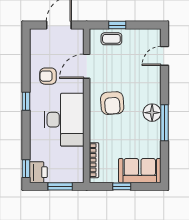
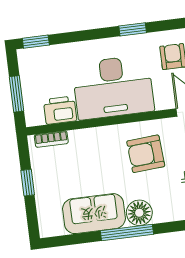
bookcase: (94, 160) -> (51, 139), width x0.64
sofa: (140, 171) -> (94, 214), moved, turned -90
printer: (38, 172) -> (60, 110), moved, turned 180

